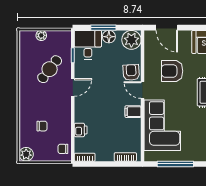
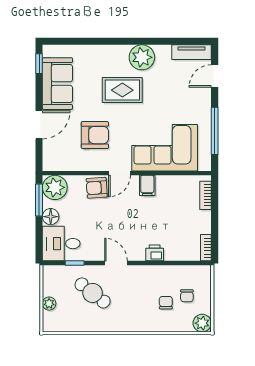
window: (103, 28) -> (39, 200), moved
door: (167, 28) -> (39, 125), moved
armchair: (172, 71) -> (95, 135), turned -90
printer: (81, 130) -> (155, 253), moved
chair: (63, 149) -> (187, 296), moved

